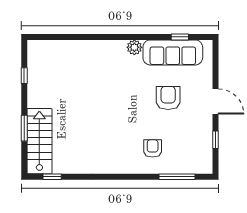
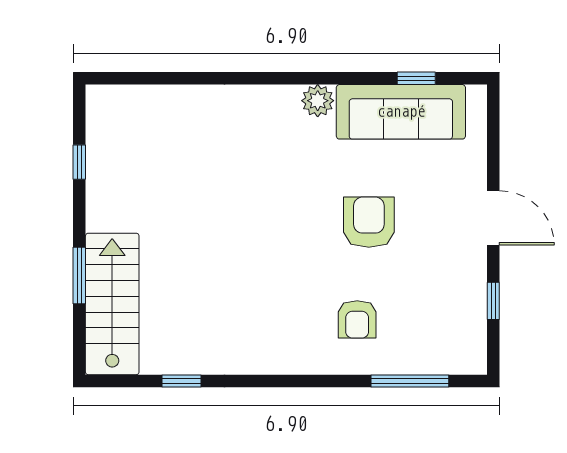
armchair: (168, 98) -> (369, 222), moved
armchair: (153, 148) -> (357, 319), turned 180
window: (52, 177) -> (181, 381), moved

